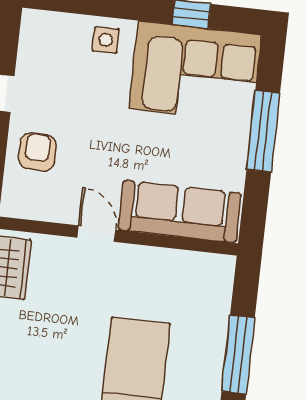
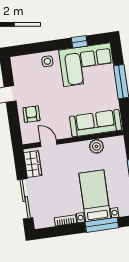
door: (96, 234) -> (49, 143), moved
plant: (168, 265) -> (96, 146), added

